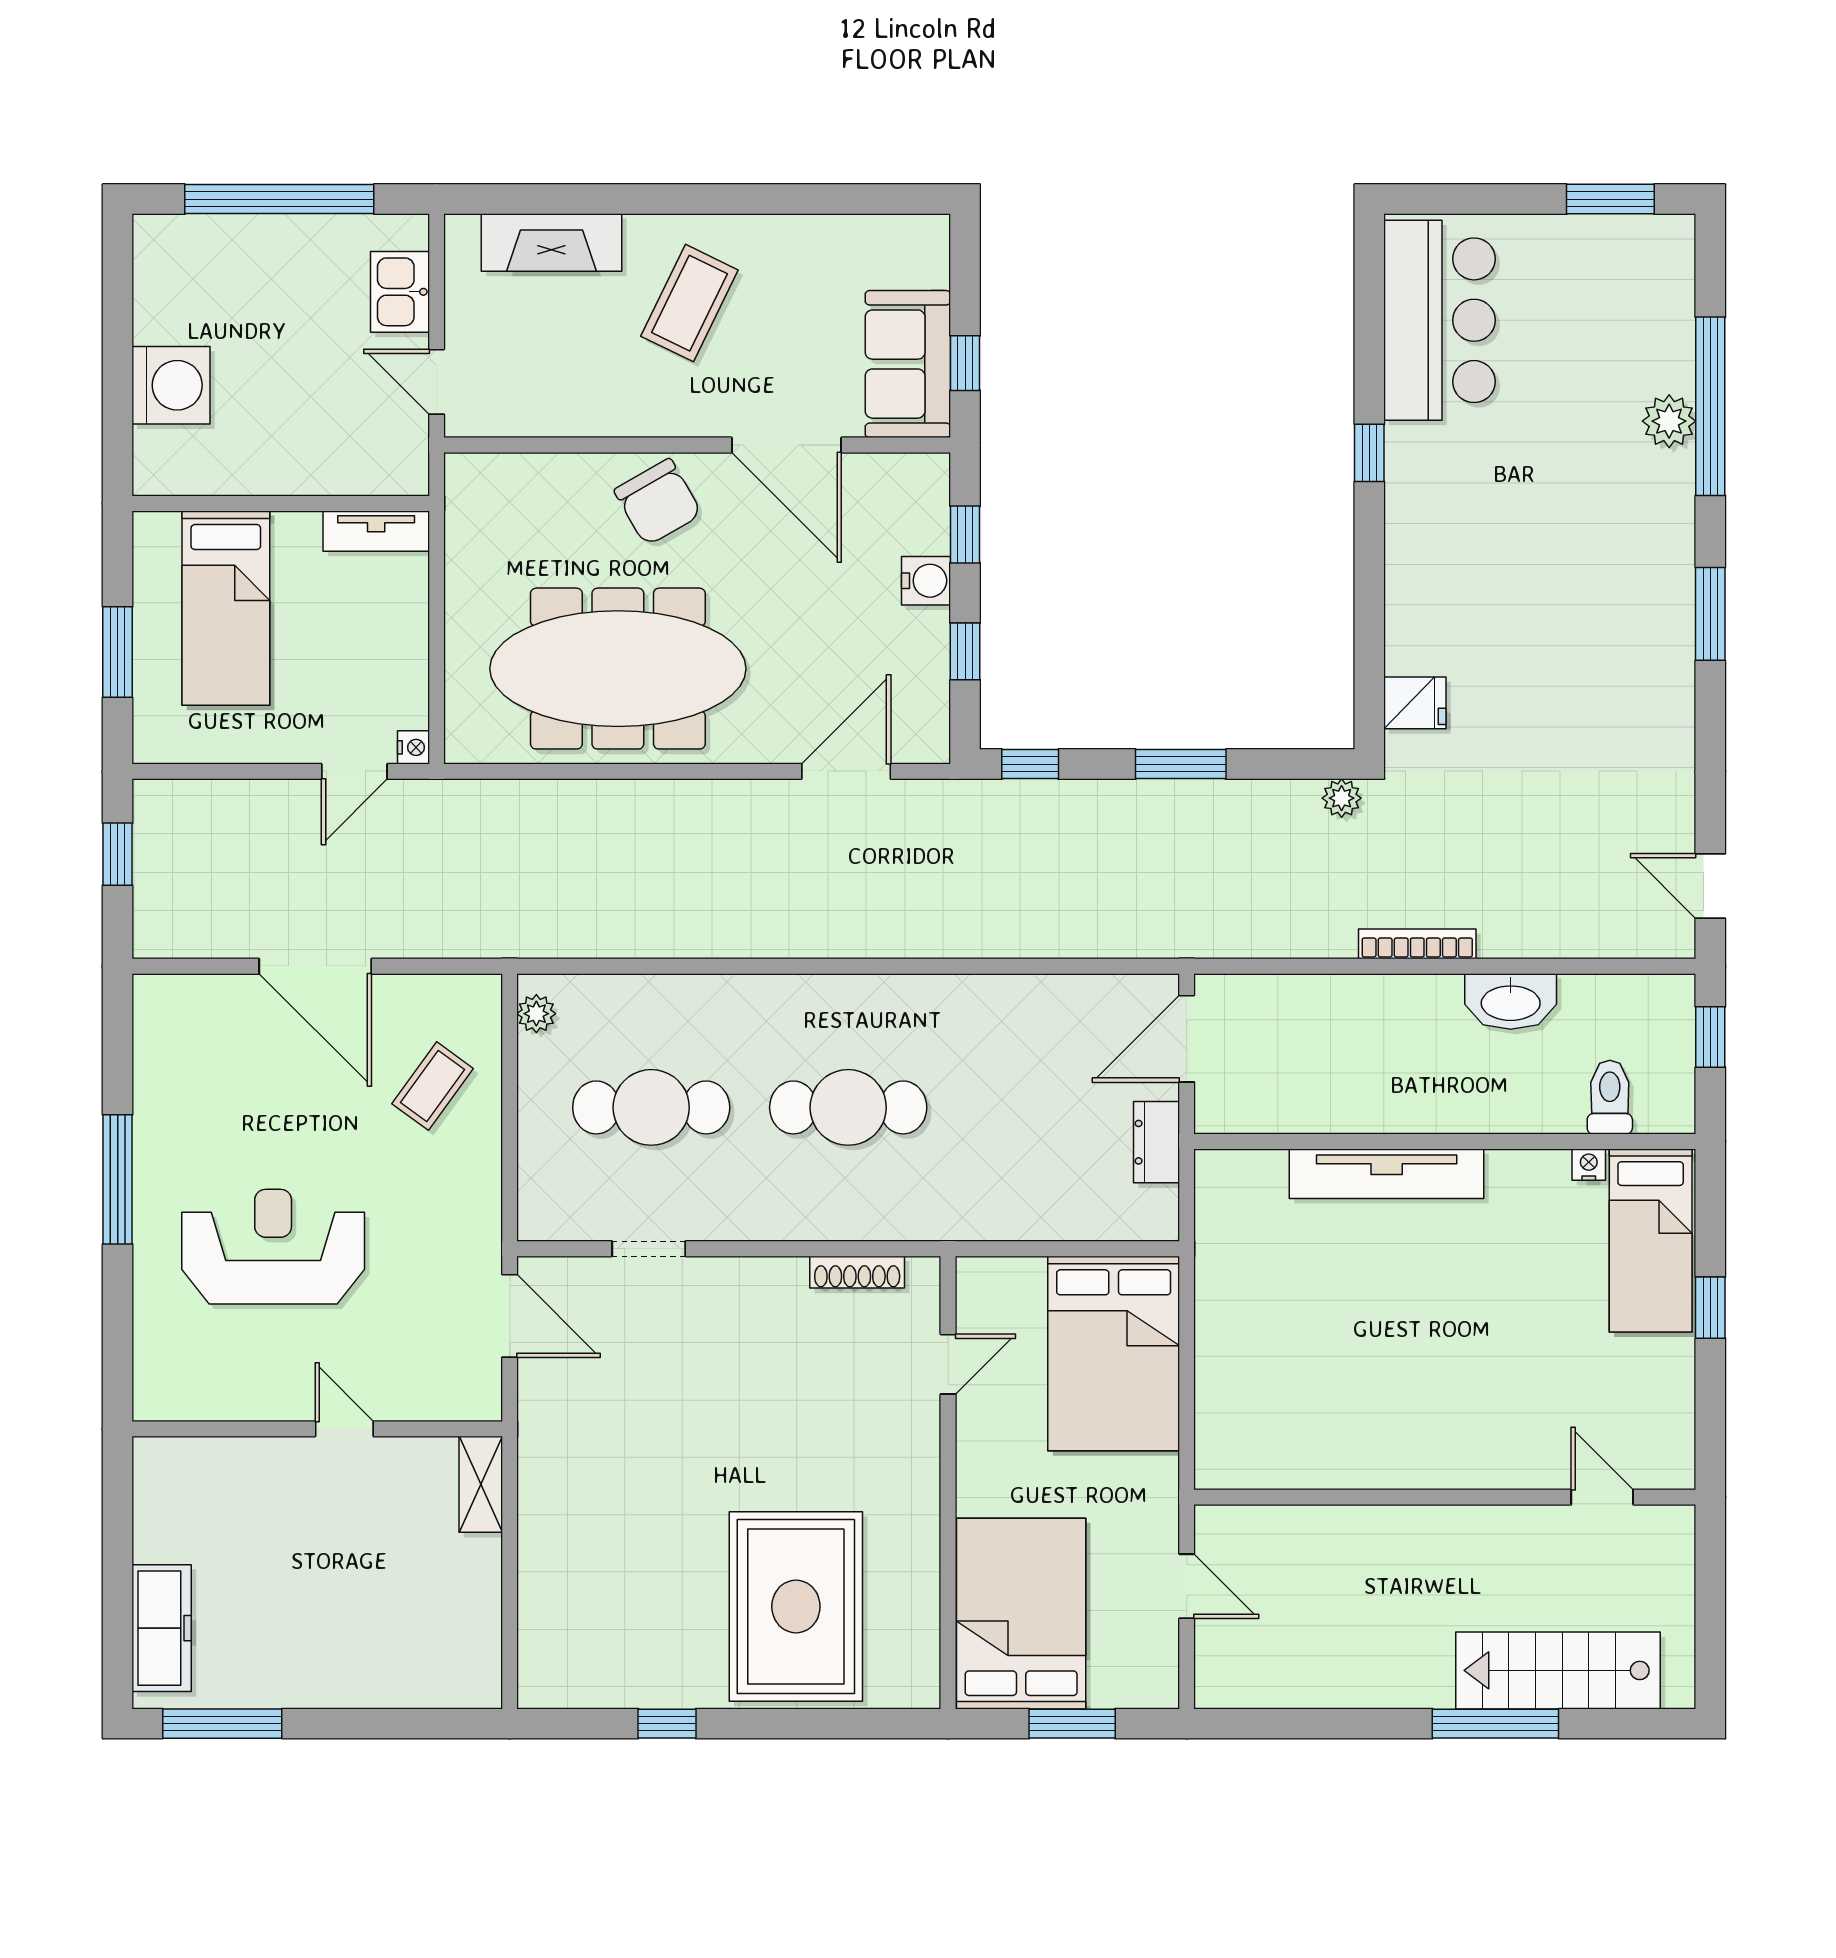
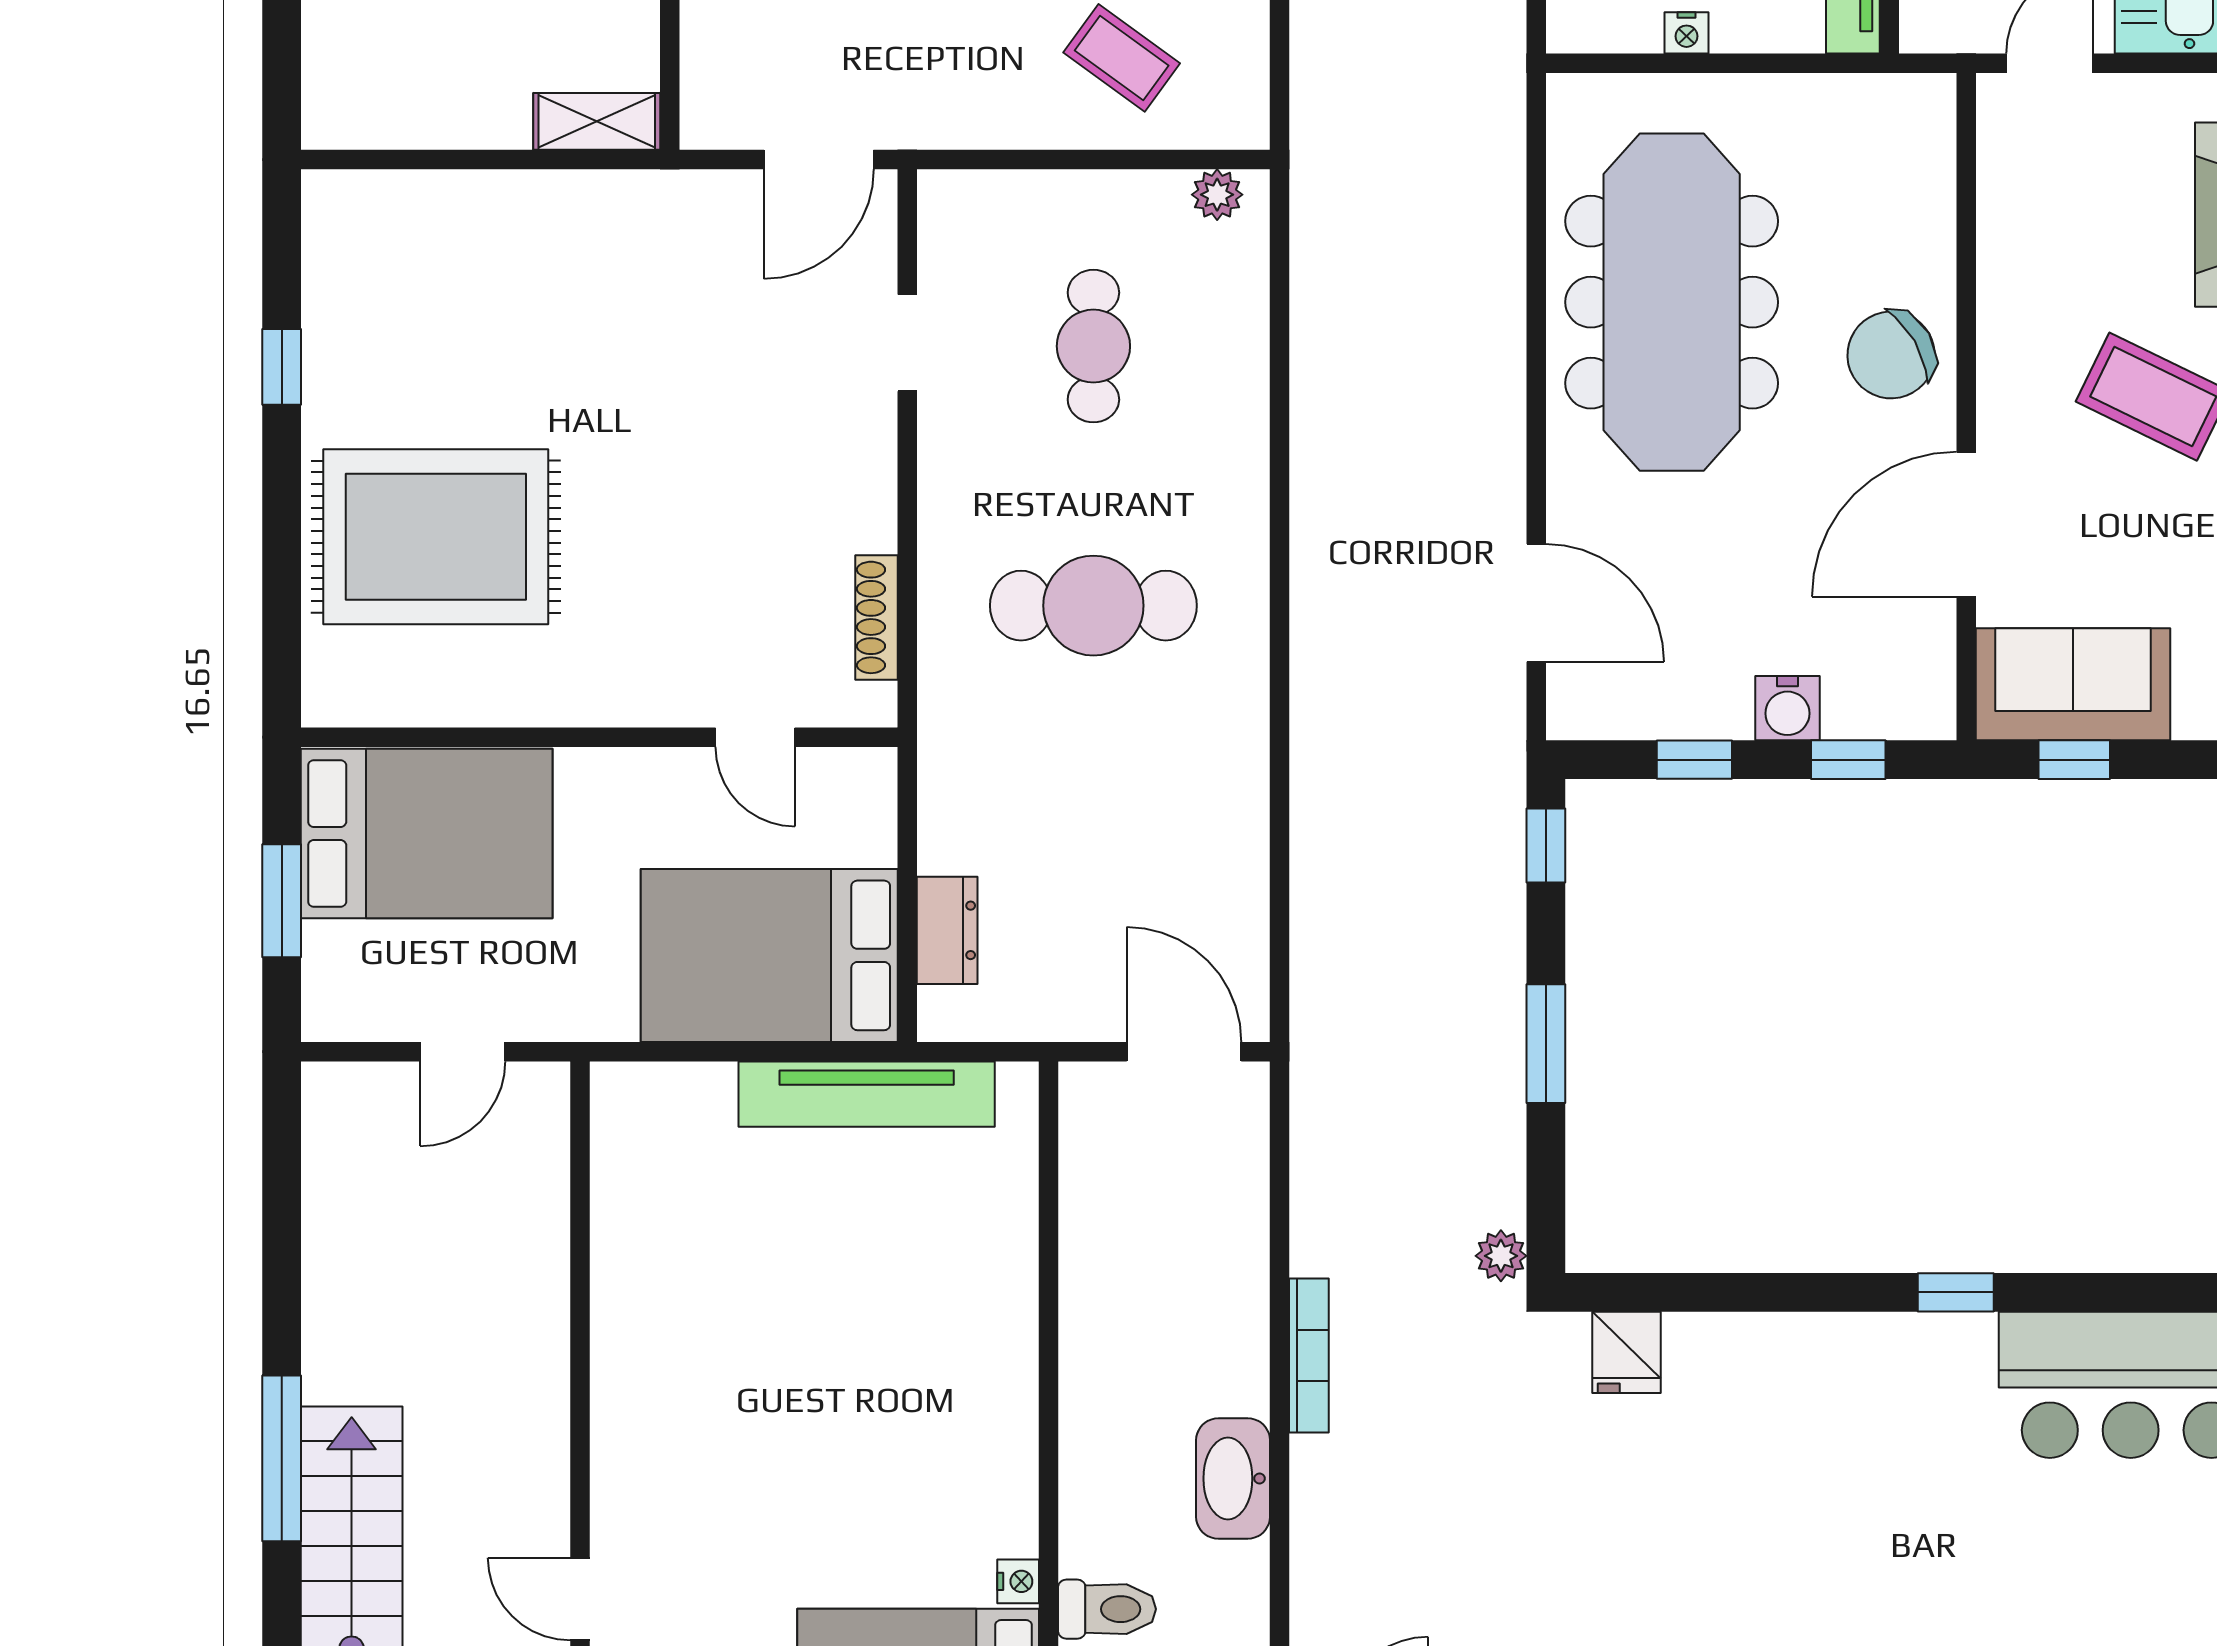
nightstand: (413, 747) -> (1687, 33), moved
cafe table: (651, 1107) -> (1093, 346), width x0.73, depth x0.74
cafe table: (848, 1107) -> (1093, 606), turned 90
dresser: (1156, 1142) -> (947, 930), moved, turned 90
tv unit: (1387, 1174) -> (867, 1094), moved, turned -90
door: (1602, 1497) -> (580, 1599), swing flipped

